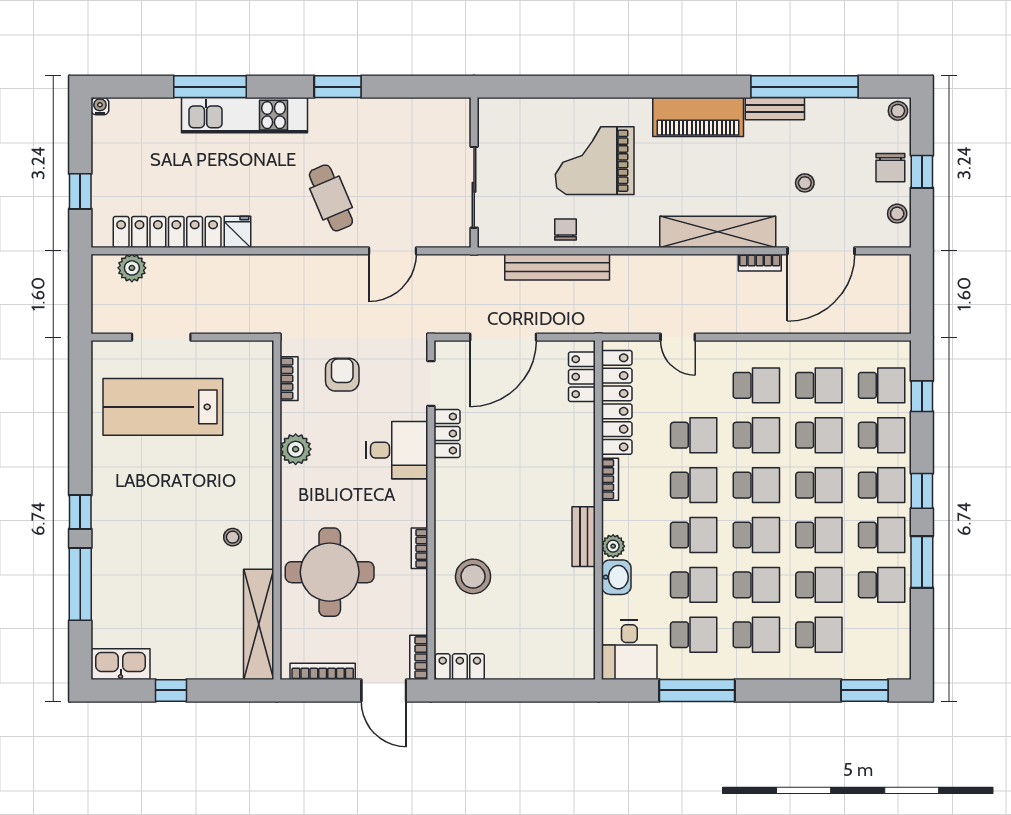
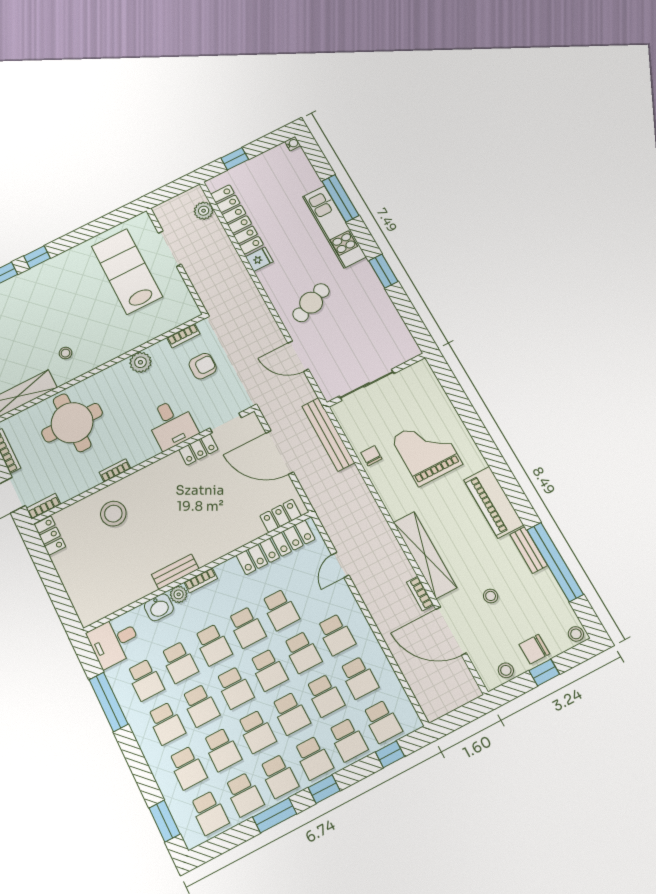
chair: (566, 230) -> (371, 456), turned -90
bench: (557, 267) -> (328, 434), moved
bookcase: (610, 479) -> (201, 580), moved
school desk: (882, 635) -> (209, 813), added

